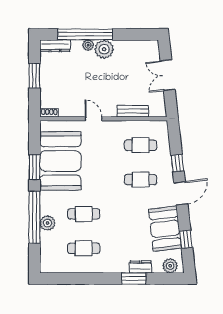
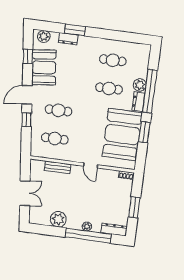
plant: (104, 49) -> (58, 219), moved
dresser: (46, 203) -> (139, 102), added

